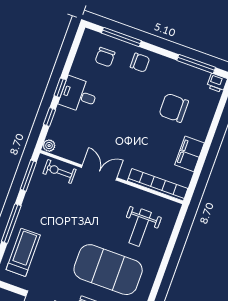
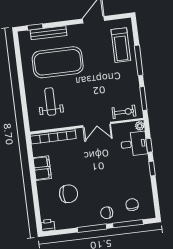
window: (196, 64) -> (92, 228), moved
desk: (78, 95) -> (134, 144), moved

